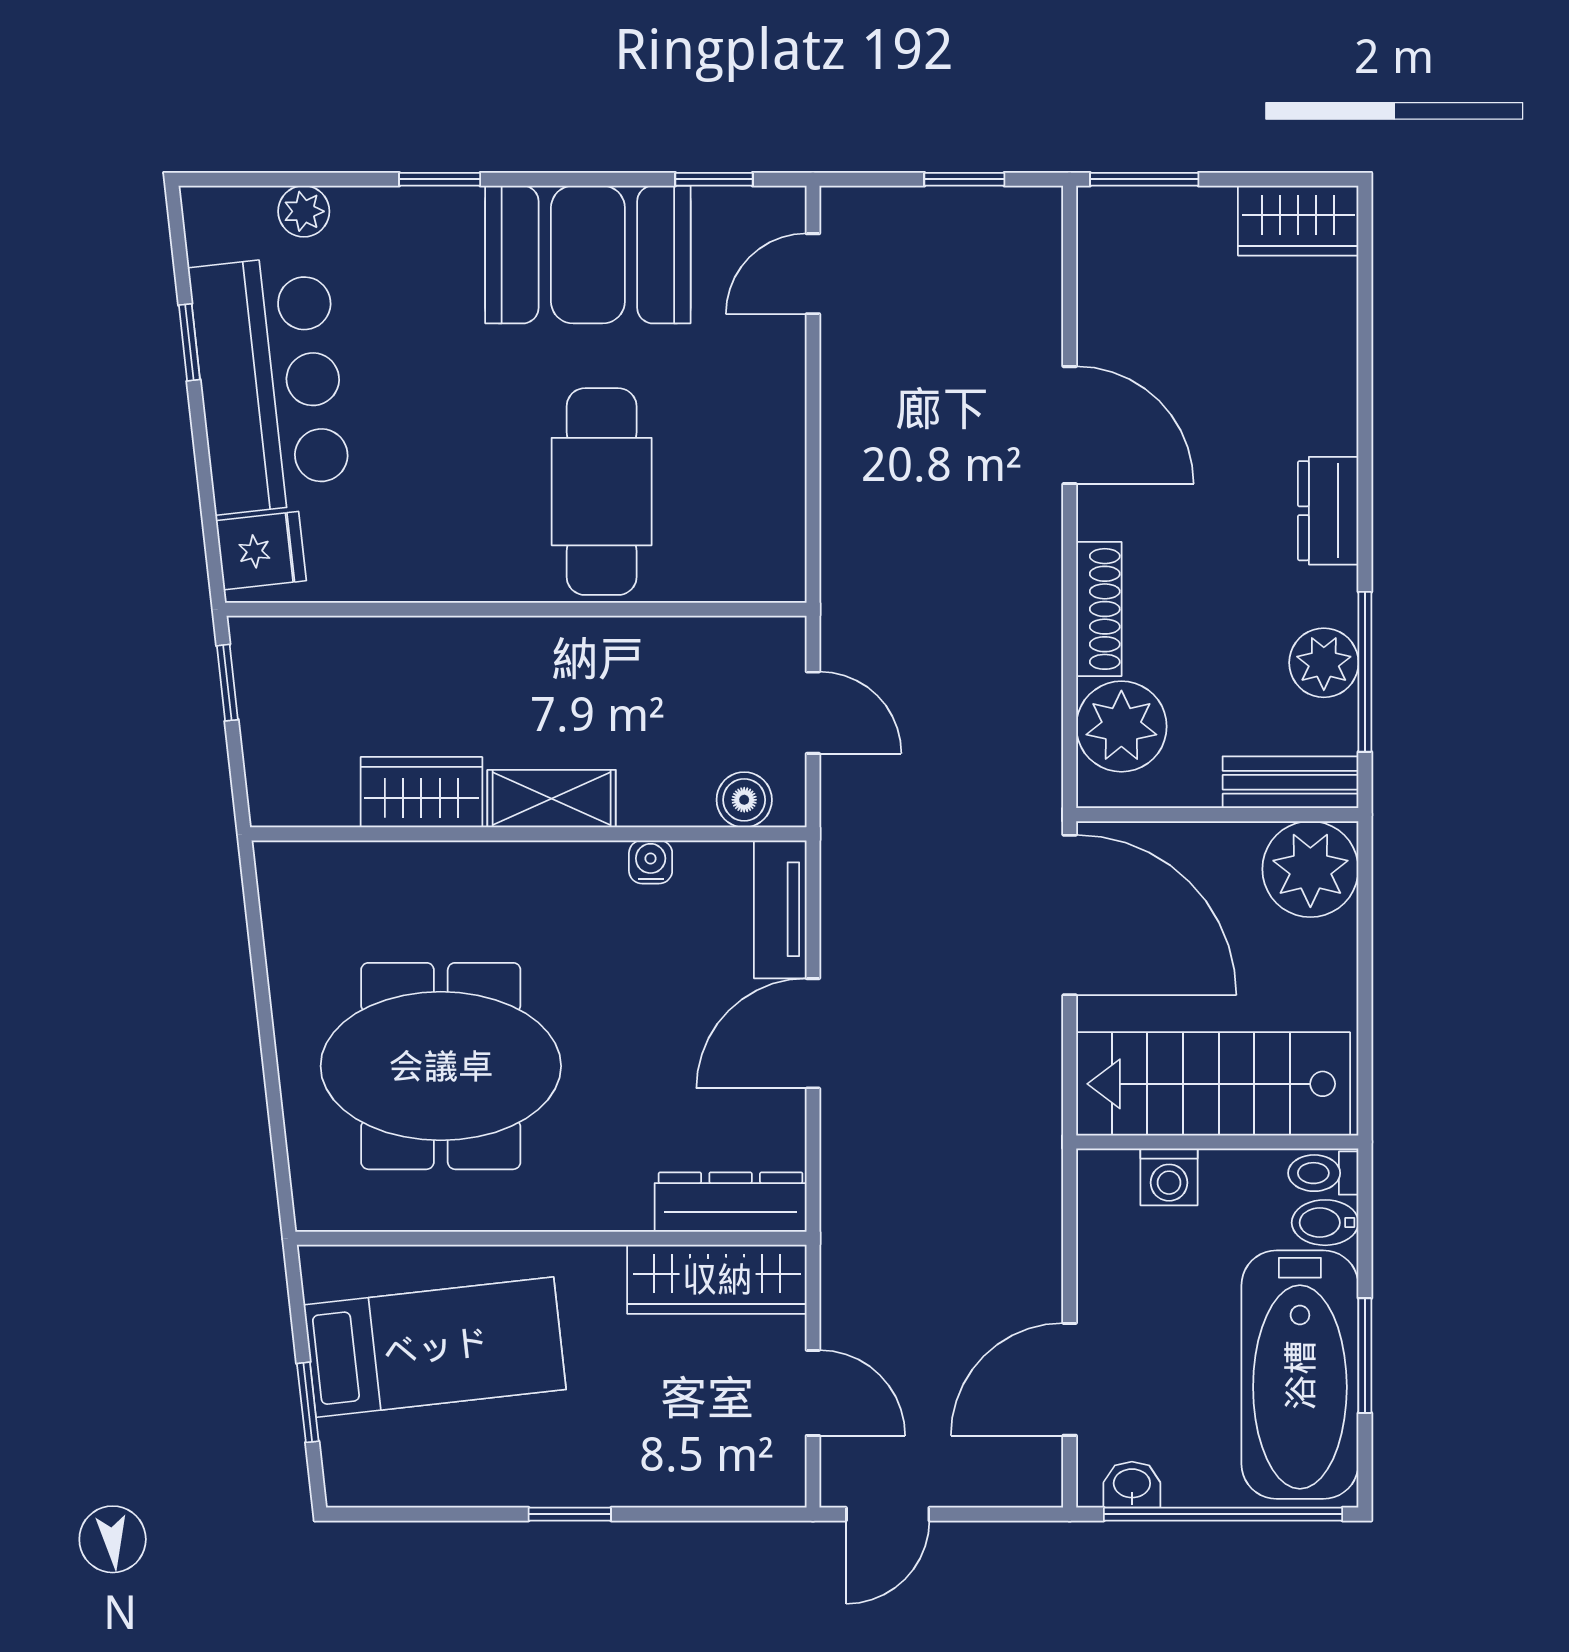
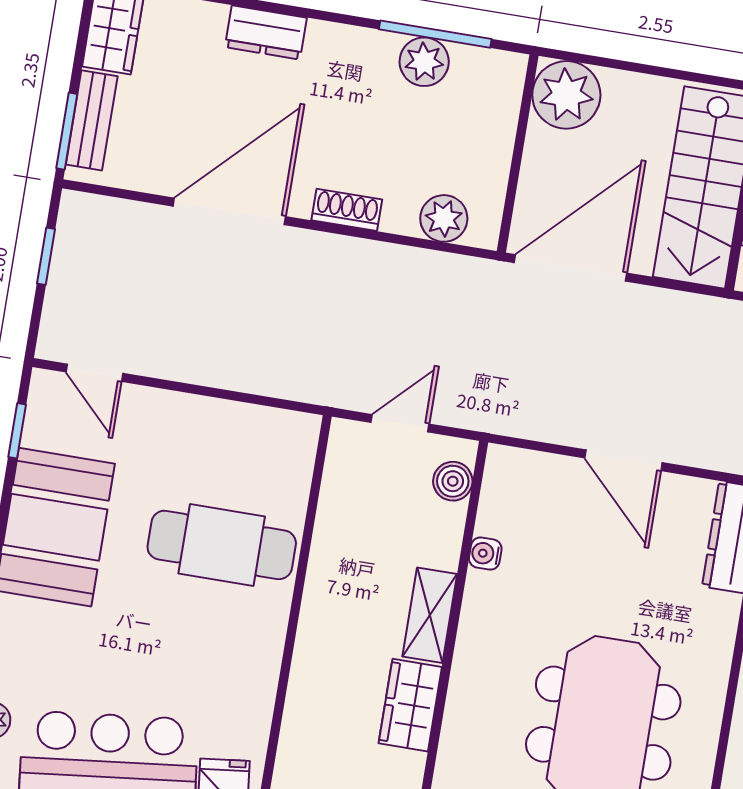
door: (1070, 425) -> (229, 211), width x1.36
dresser: (1328, 511) -> (266, 32), moved
shoe rack: (1099, 609) -> (347, 210), width x0.70
plant: (1121, 726) -> (444, 218), width x0.73, depth x0.73
bench: (1291, 782) -> (92, 120), moved
tv unit: (780, 909) -> (533, 469), removed

